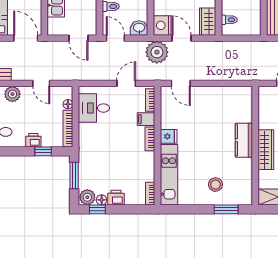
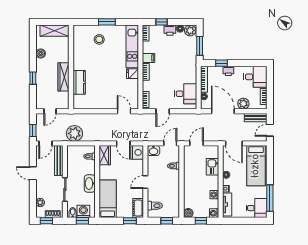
door: (78, 38) -> (197, 143), hinge flipped
door: (115, 38) -> (170, 143), swing flipped
plant: (157, 52) -> (74, 133), moved
door: (41, 83) -> (223, 111), width x1.88
filing cabinet: (146, 119) -> (149, 58), moved
kitchen counter: (244, 140) -> (79, 82), moved
wardrobe: (266, 150) -> (64, 77), moved
window: (97, 209) -> (161, 22), moved
window: (226, 209) -> (107, 22), moved

